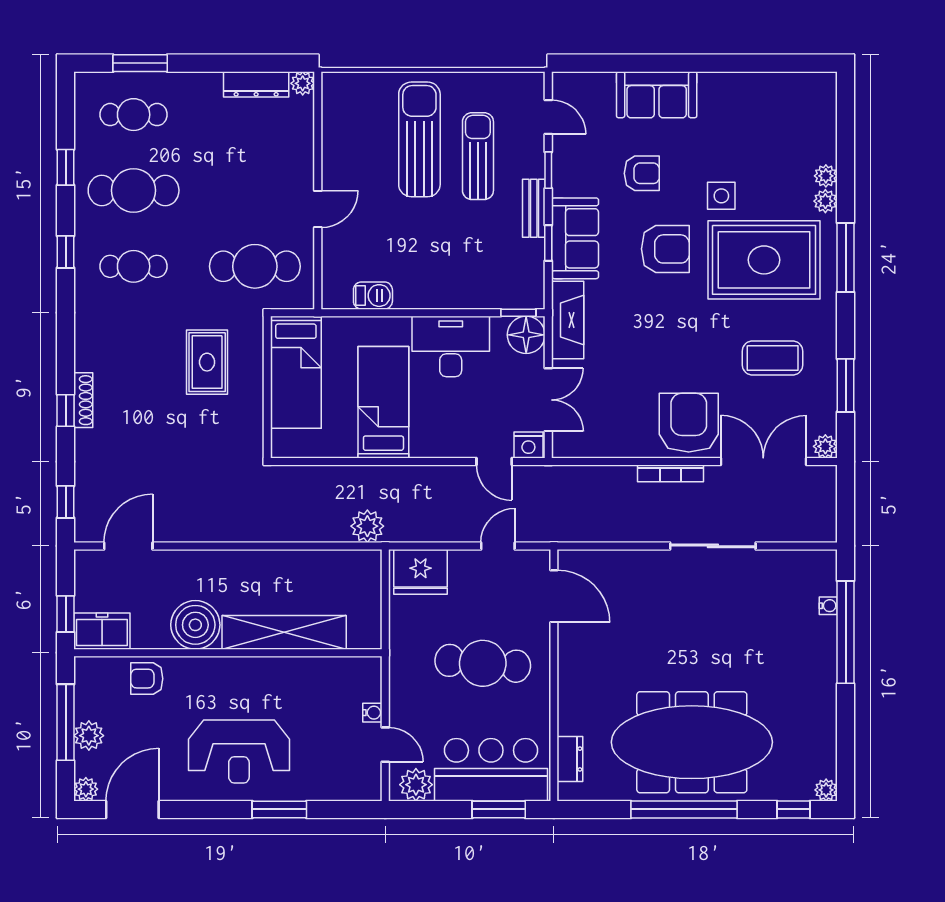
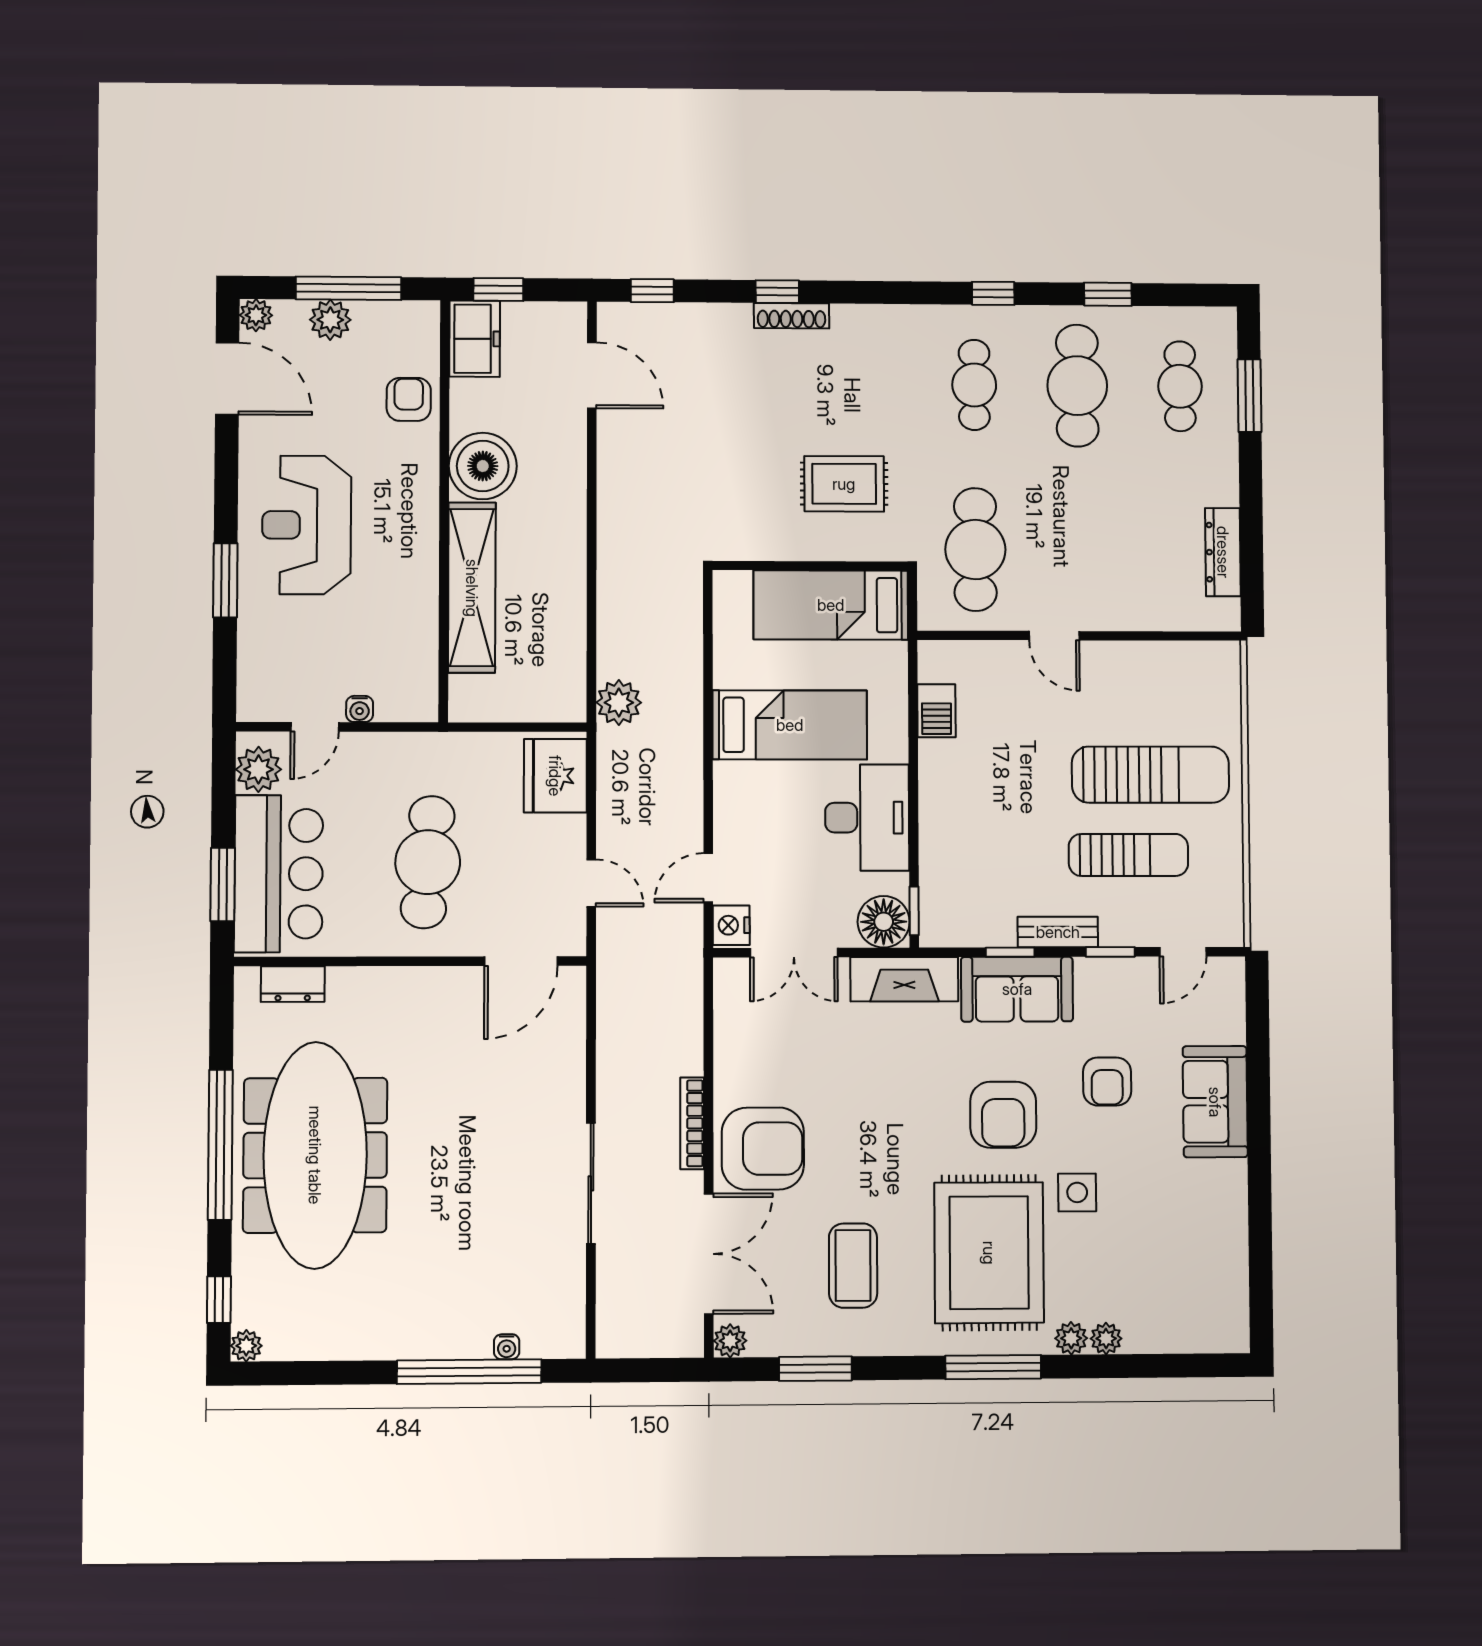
plant: (303, 83) -> (1225, 615), removed

